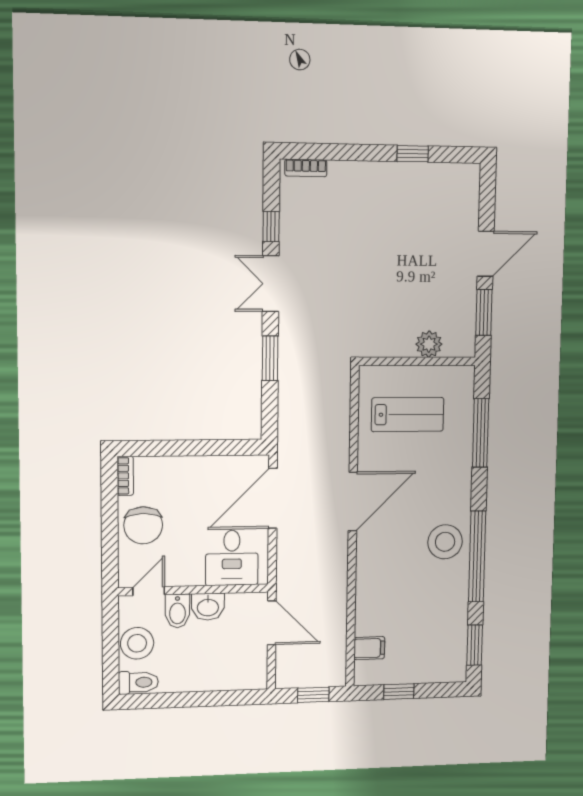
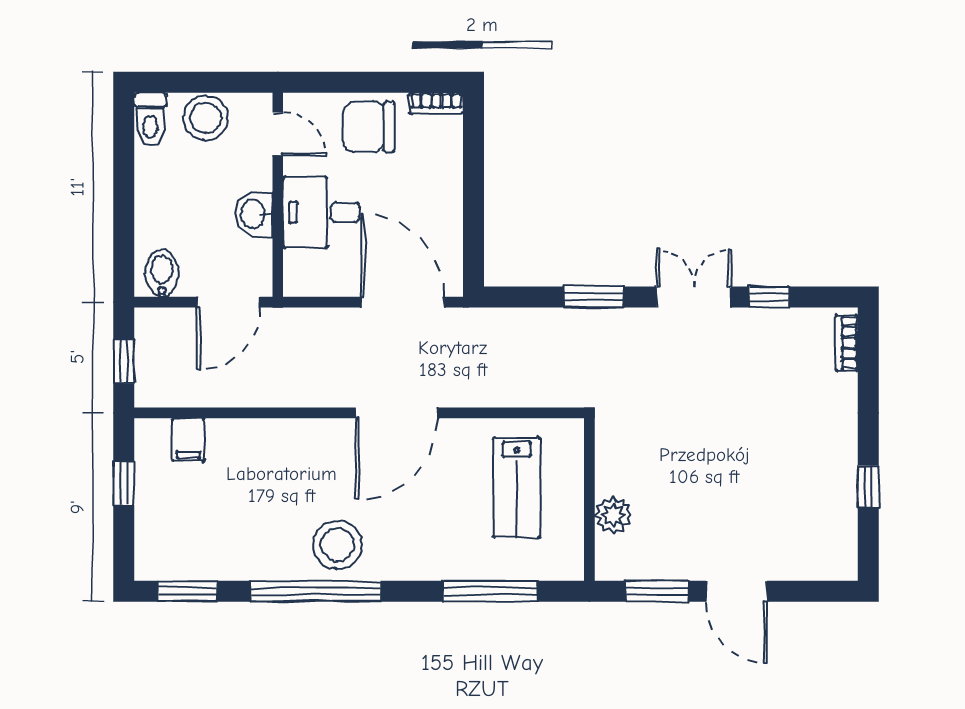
door: (353, 501) -> (397, 413), hinge flipped
desk: (232, 558) -> (321, 212), moved
bidet: (177, 611) -> (162, 273), moved, turned 90

